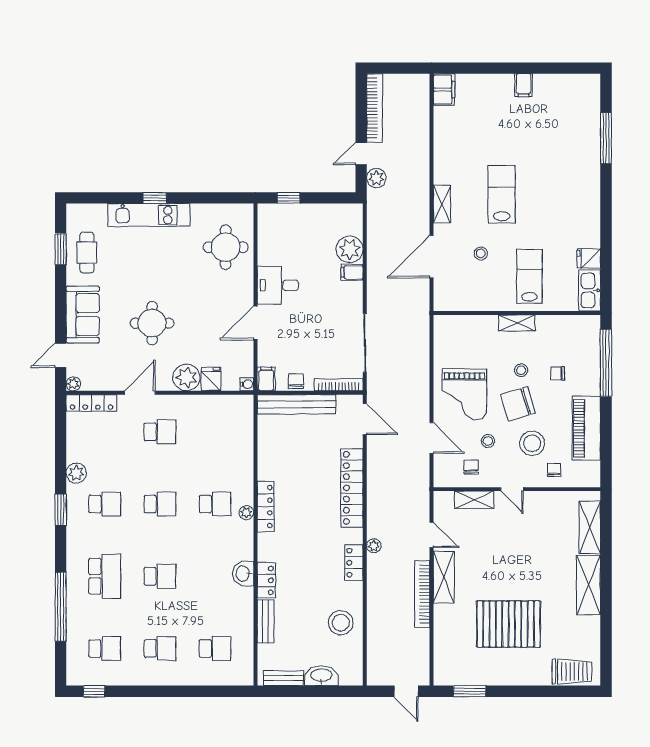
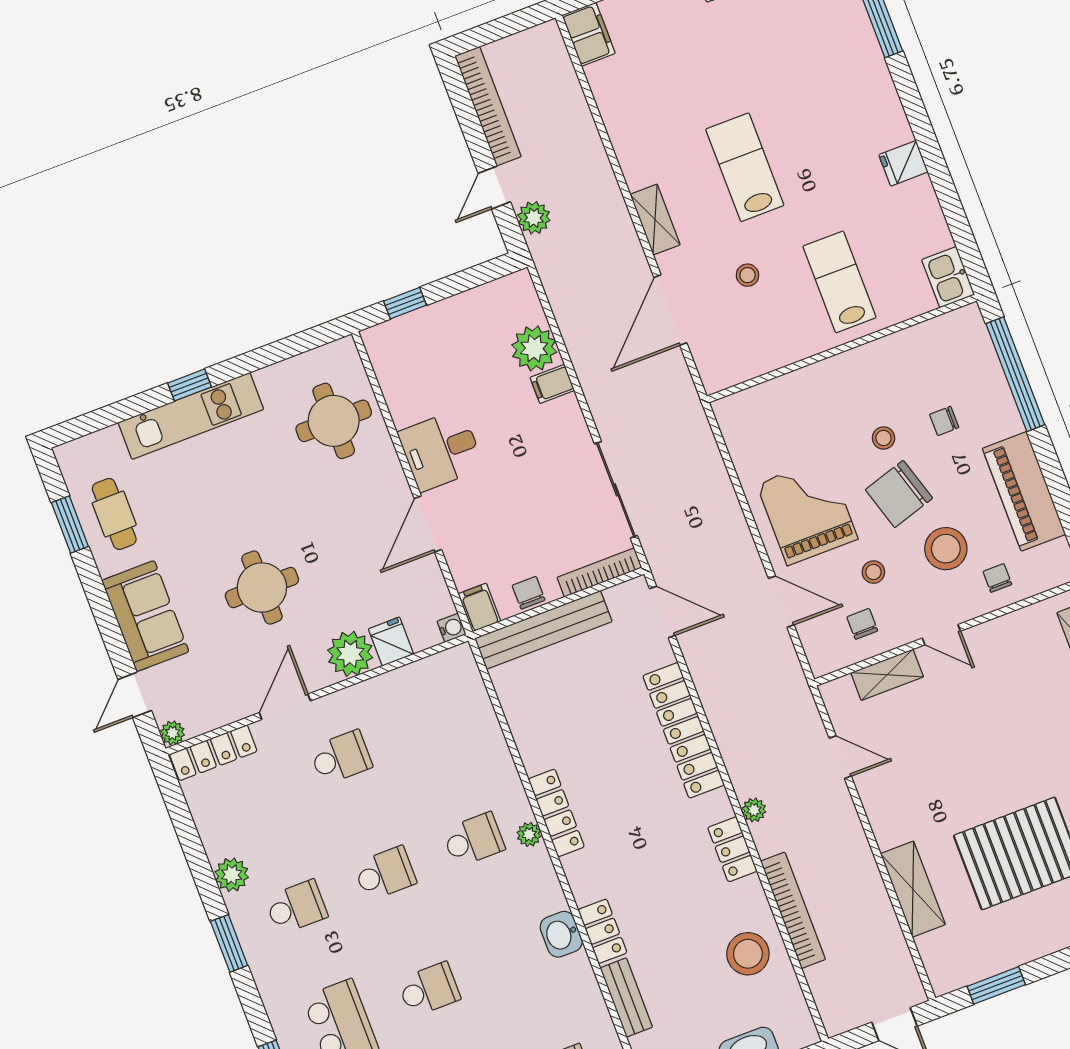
fridge: (589, 258) -> (903, 163), moved
kitchen sink: (589, 290) -> (948, 277), width x0.73
shelving: (517, 323) -> (848, 365), removed
grand piano: (464, 394) -> (807, 511), turned 180
shelving: (444, 577) -> (913, 889), moved
bookcase: (422, 594) -> (793, 910), moved, turned 180

